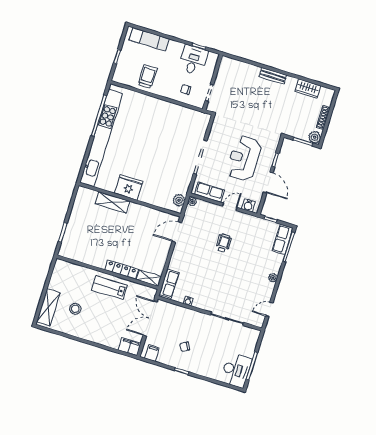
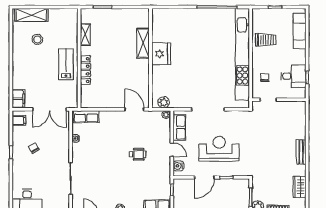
kitchen unit: (101, 138) -> (242, 54), moved, turned 90
shelving: (149, 278) -> (85, 35), moved
double door: (150, 319) -> (49, 109), swing flipped

